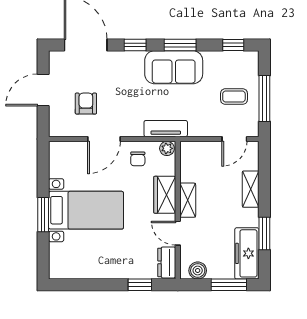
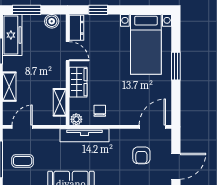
tv unit: (166, 129) -> (84, 135), width x1.41
door: (104, 139) -> (152, 127), moved
shelving: (188, 200) -> (60, 102), moved
bed with nightstands: (86, 210) -> (146, 44), moved, turned -90

